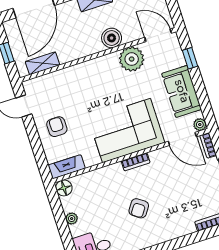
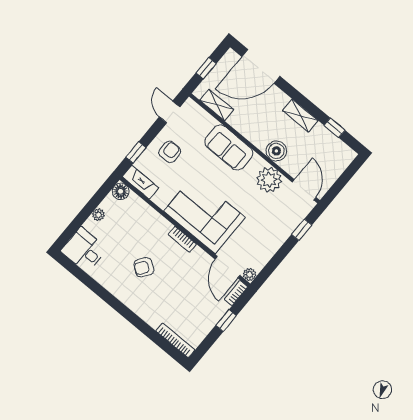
sofa: (182, 91) -> (229, 148), moved, turned -90
window: (40, 155) -> (136, 152), added

